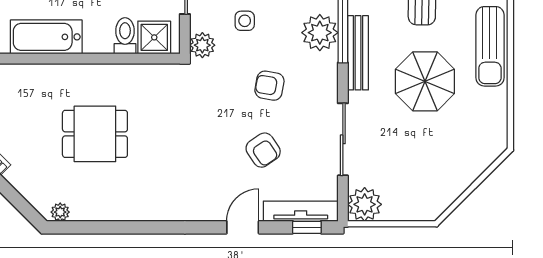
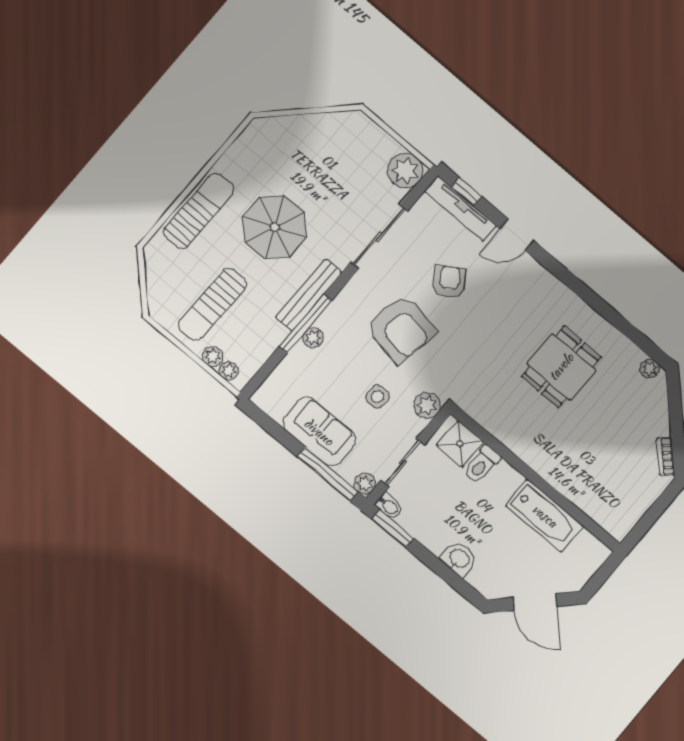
plant: (320, 33) -> (313, 338), width x0.53, depth x0.53
armchair: (269, 86) -> (401, 329), width x1.88, depth x1.88
dining table: (95, 134) -> (561, 367), moved, turned 90

